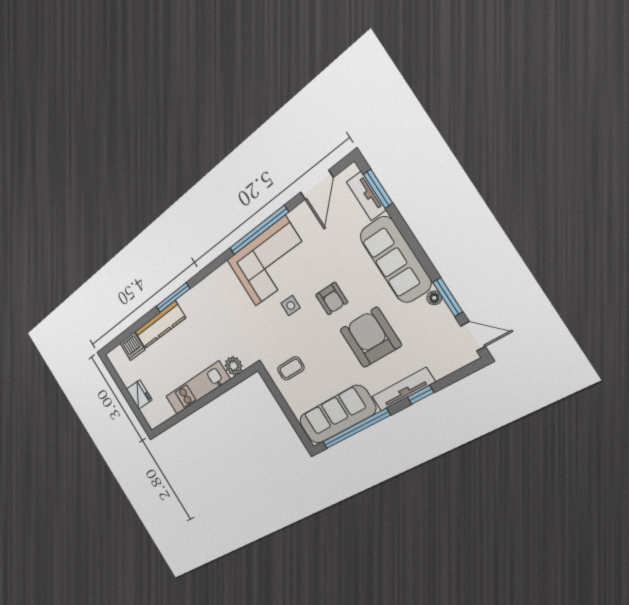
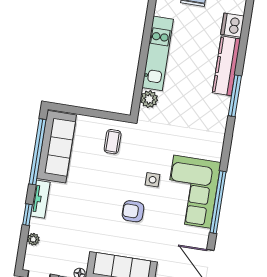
armchair: (370, 337) -> (88, 214), removed
plant: (440, 371) -> (33, 239), added
tv unit: (403, 389) -> (40, 199), width x0.71

